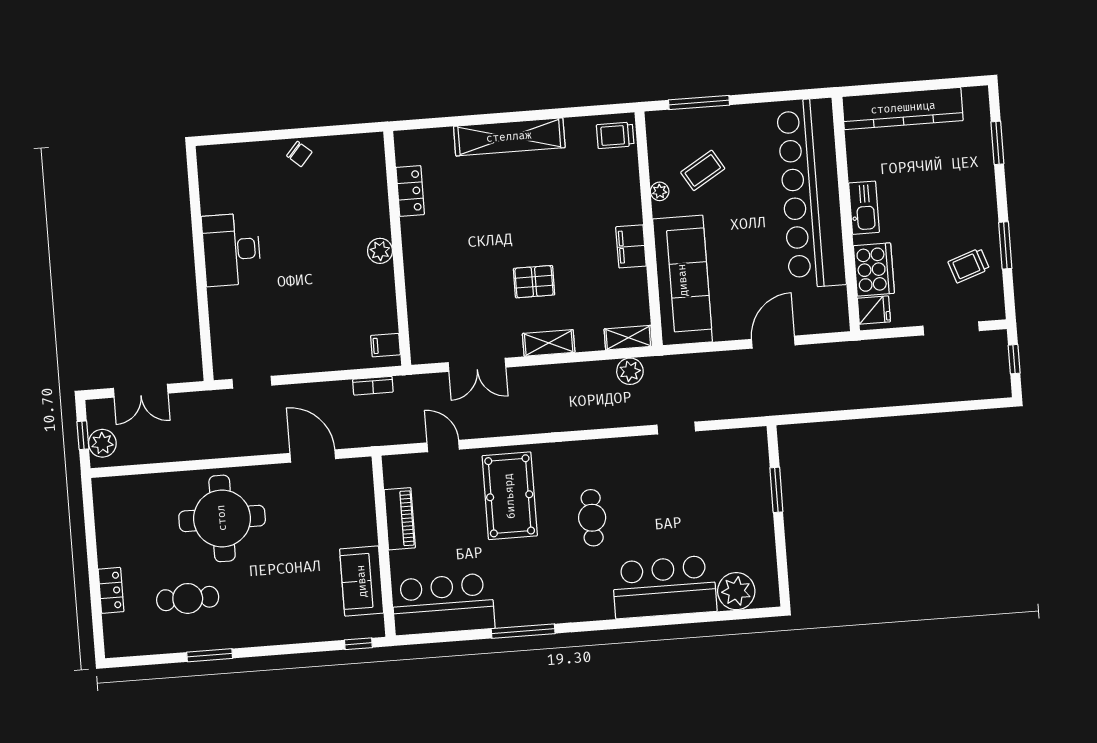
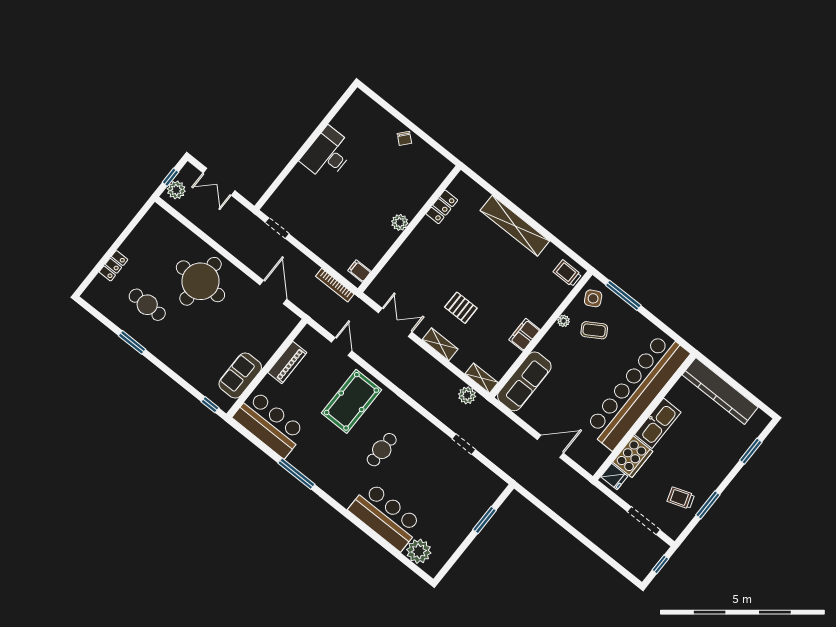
side table: (669, 137) -> (593, 298), added
kitchen sink: (864, 208) -> (658, 423), width x1.36, depth x1.24
sofa: (683, 280) -> (524, 381), width x0.74, depth x0.79
double door: (477, 365) -> (395, 322), swing flipped
bookcase: (373, 386) -> (335, 285), width x1.56

